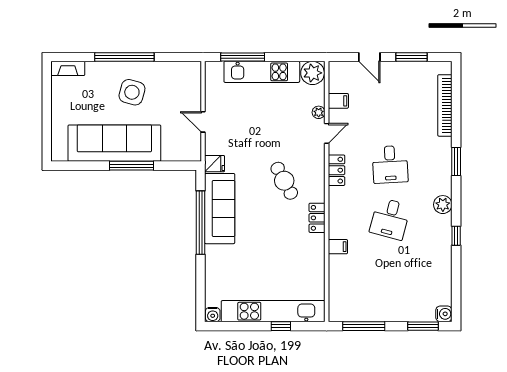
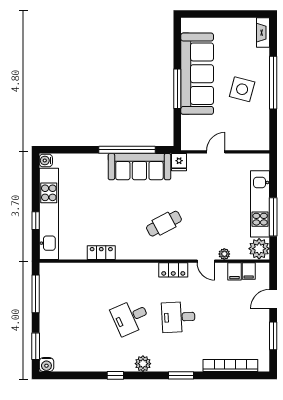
window: (243, 57) -> (273, 217), moved
locker: (317, 218) -> (101, 253), moved
desk: (390, 219) -> (130, 317), turned -39
filing cabinet: (338, 247) -> (249, 271), moved

